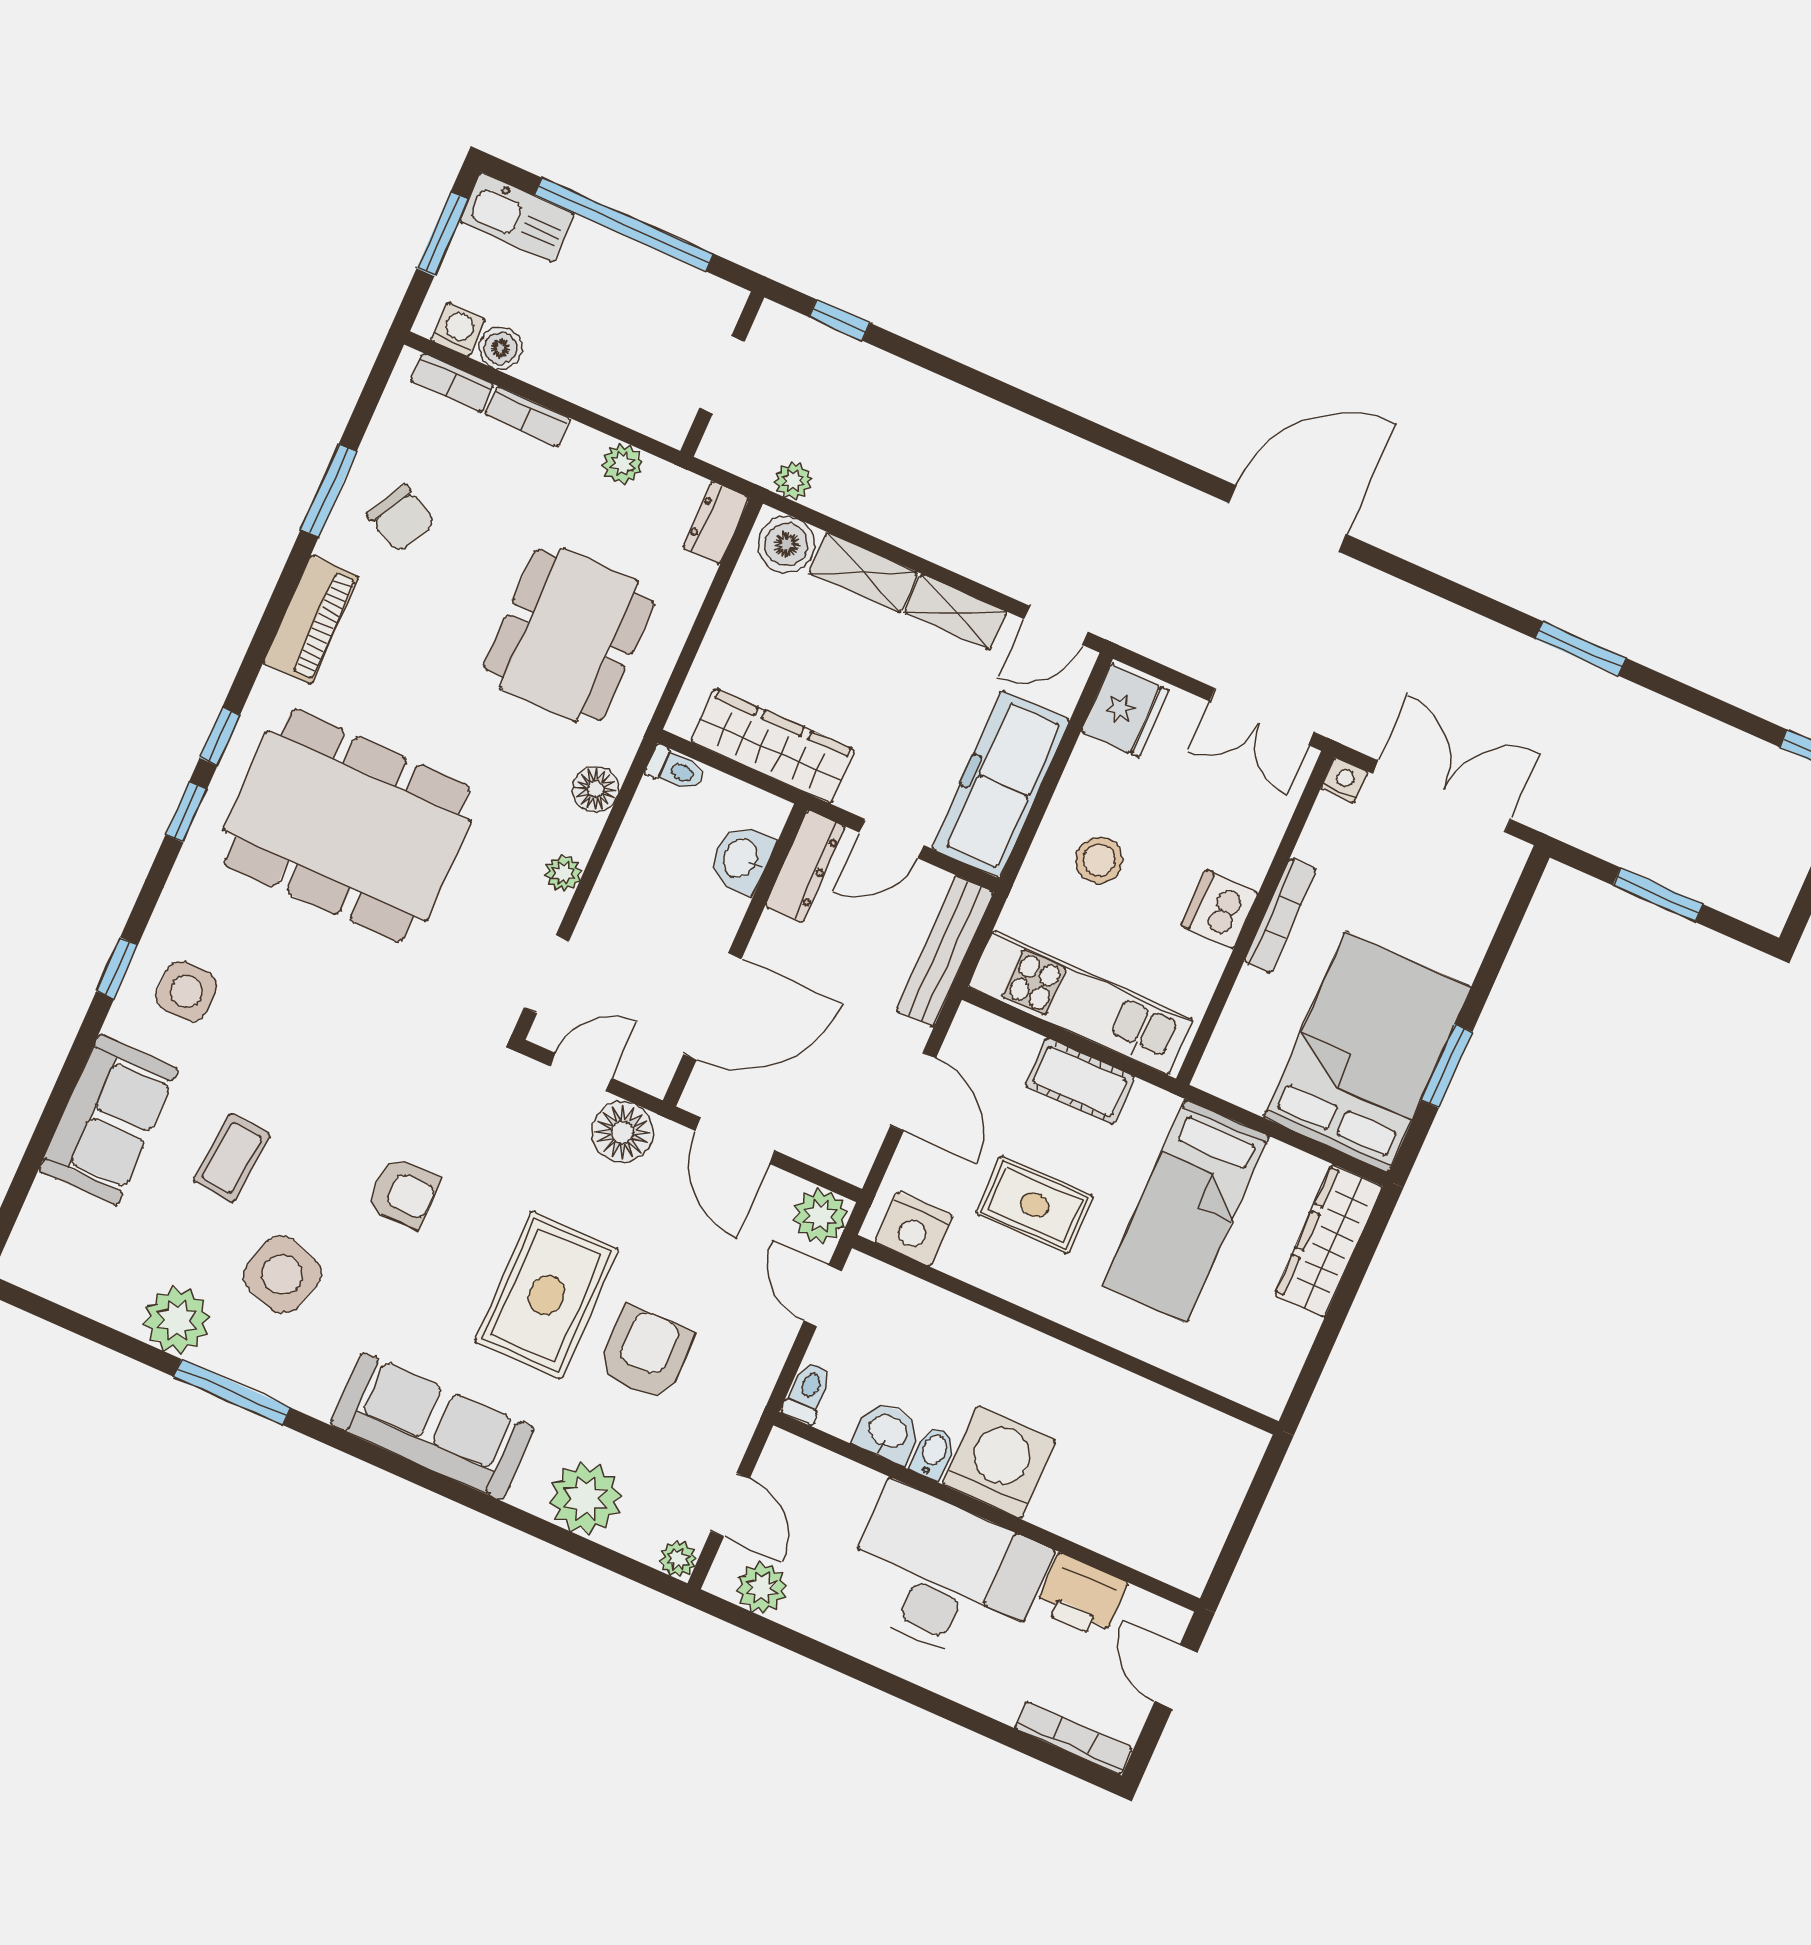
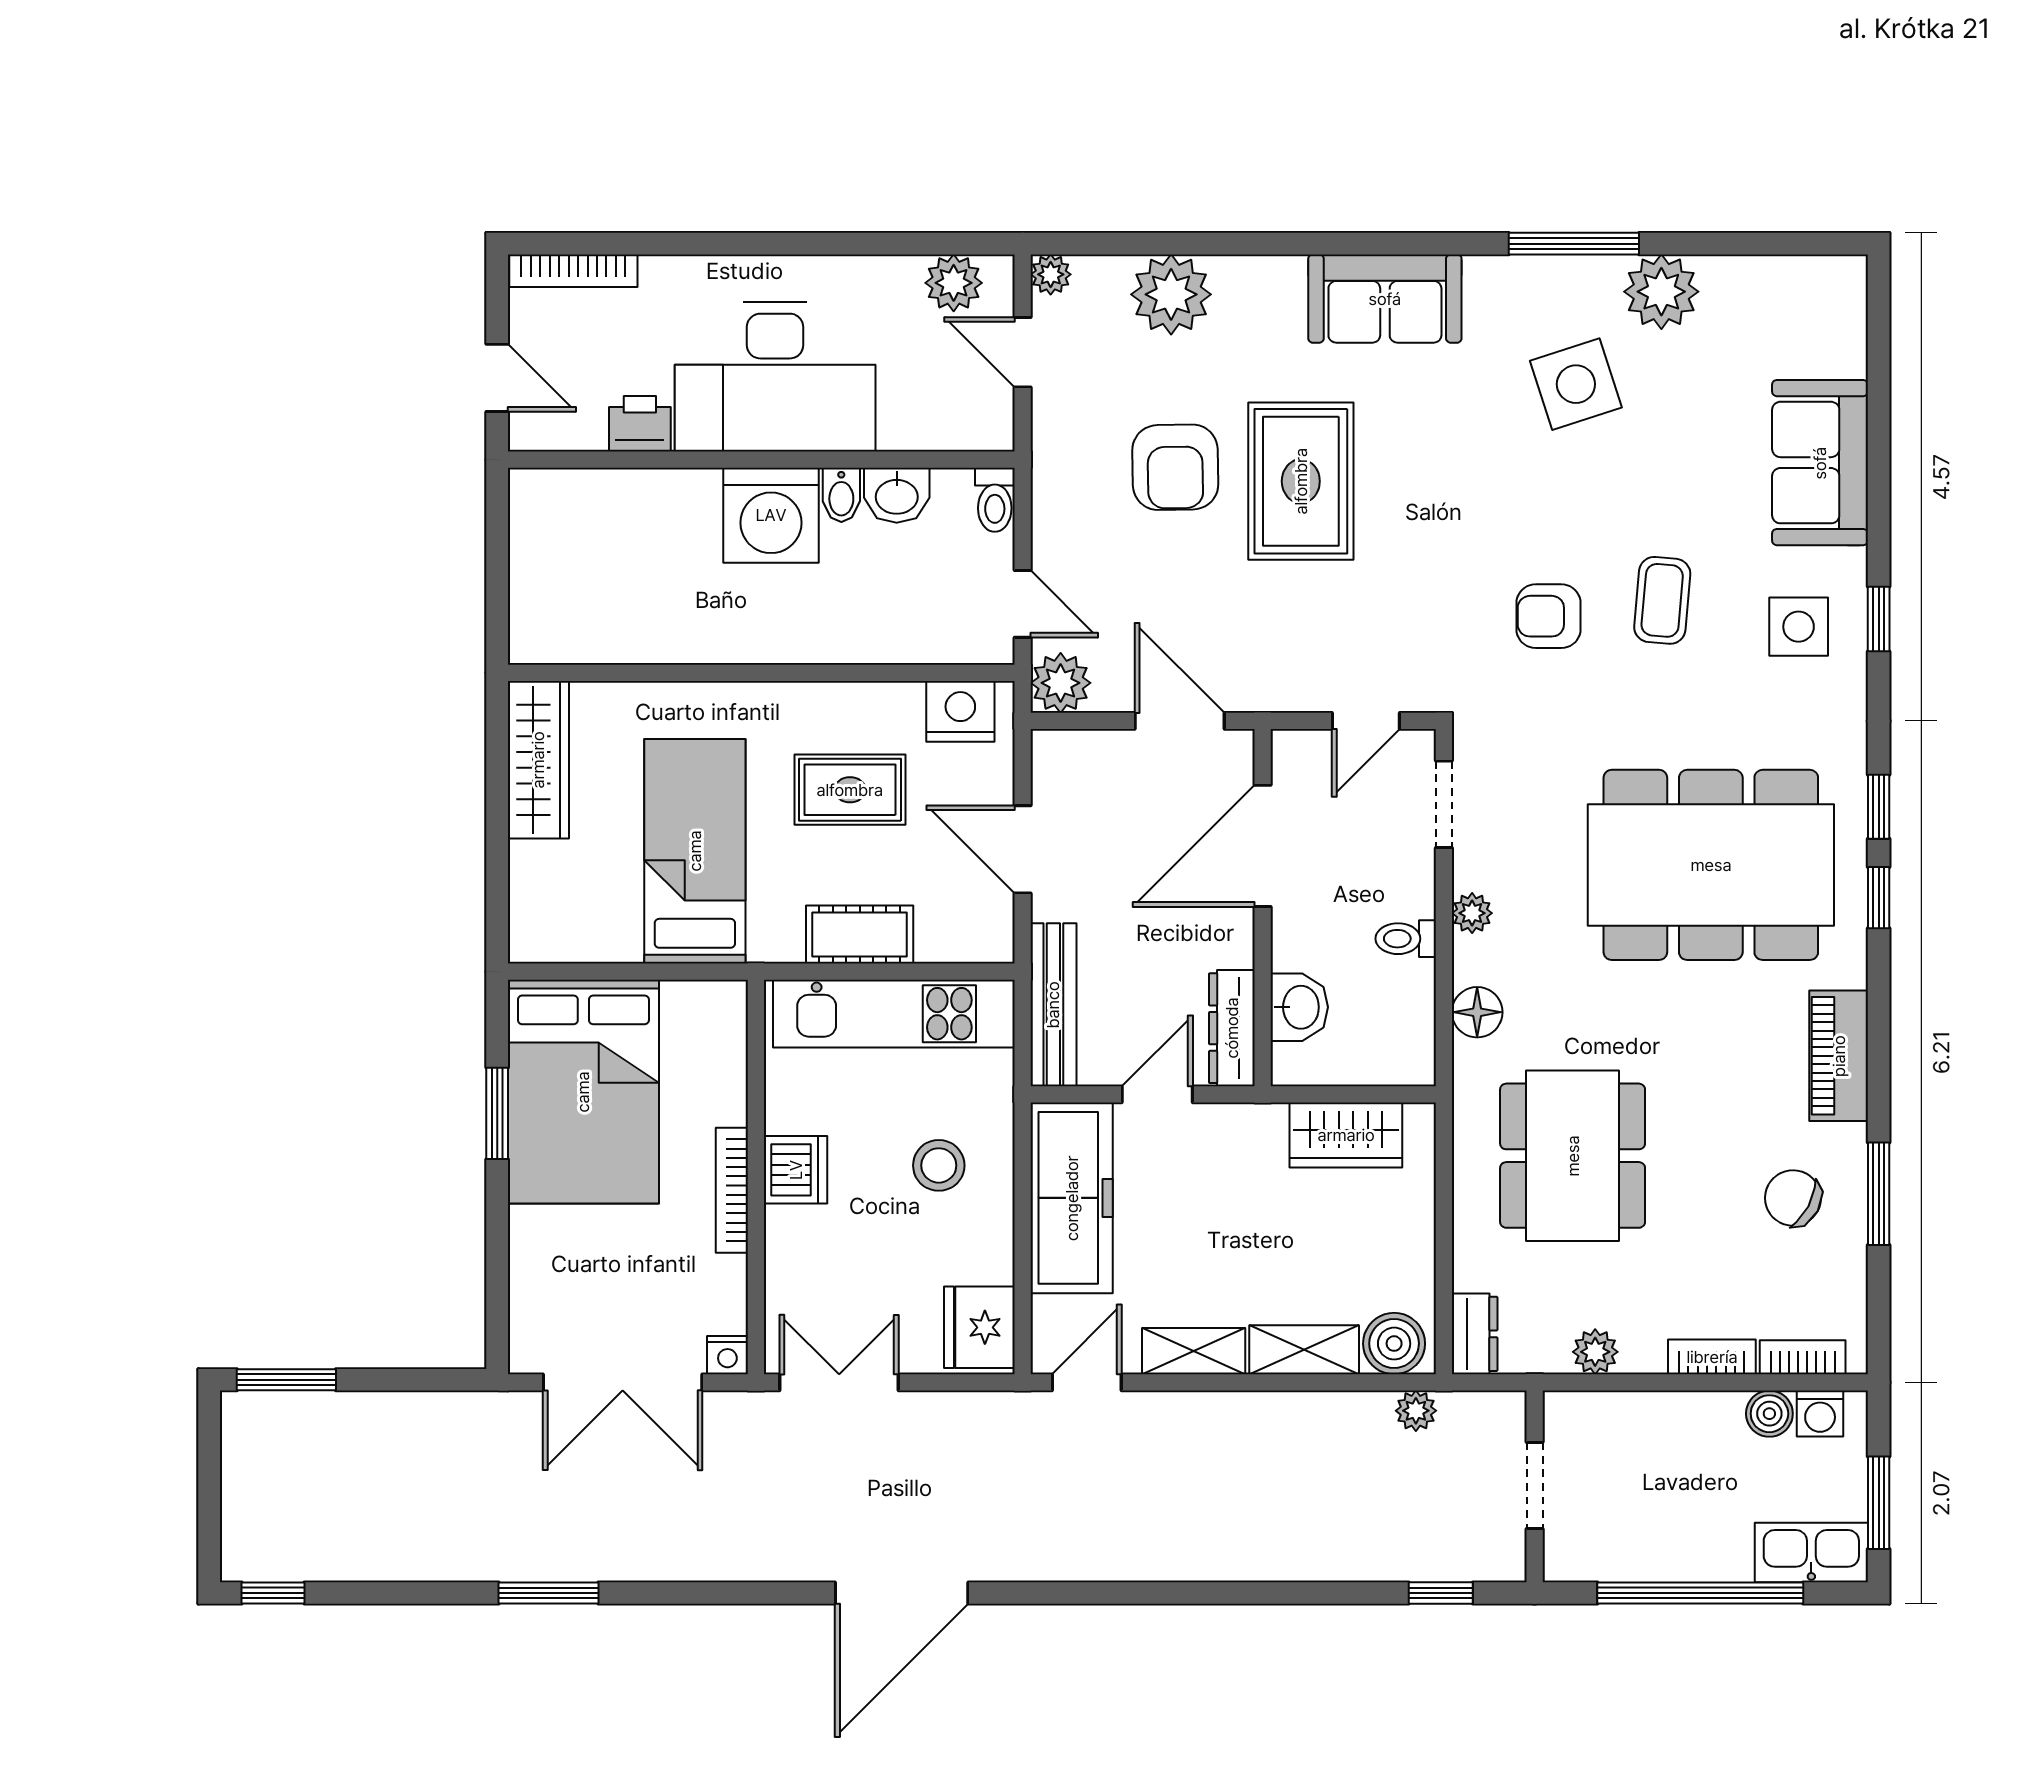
wardrobe: (773, 746) -> (1346, 1135), width x0.67
toilet: (675, 769) -> (1406, 939), moved
window: (1658, 895) -> (286, 1380), moved
floor lamp: (622, 1132) -> (1297, 679), removed
coffee table: (232, 1158) -> (1662, 600), moved
armchair: (403, 1193) -> (1549, 616), moved
wardrobe: (1328, 1241) -> (538, 760), moved
side table: (282, 1275) -> (1576, 384), turned -36
sofa: (432, 1426) -> (1385, 299), width x0.73
printer: (1081, 1596) -> (640, 424), width x0.73, depth x0.81

